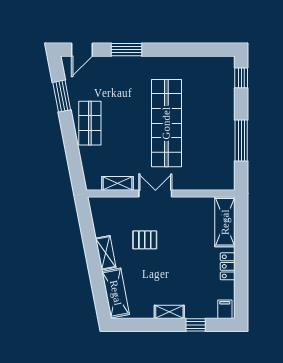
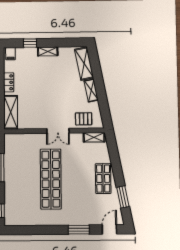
shelving: (118, 183) -> (94, 137), moved
pallet: (145, 240) -> (84, 119), moved

